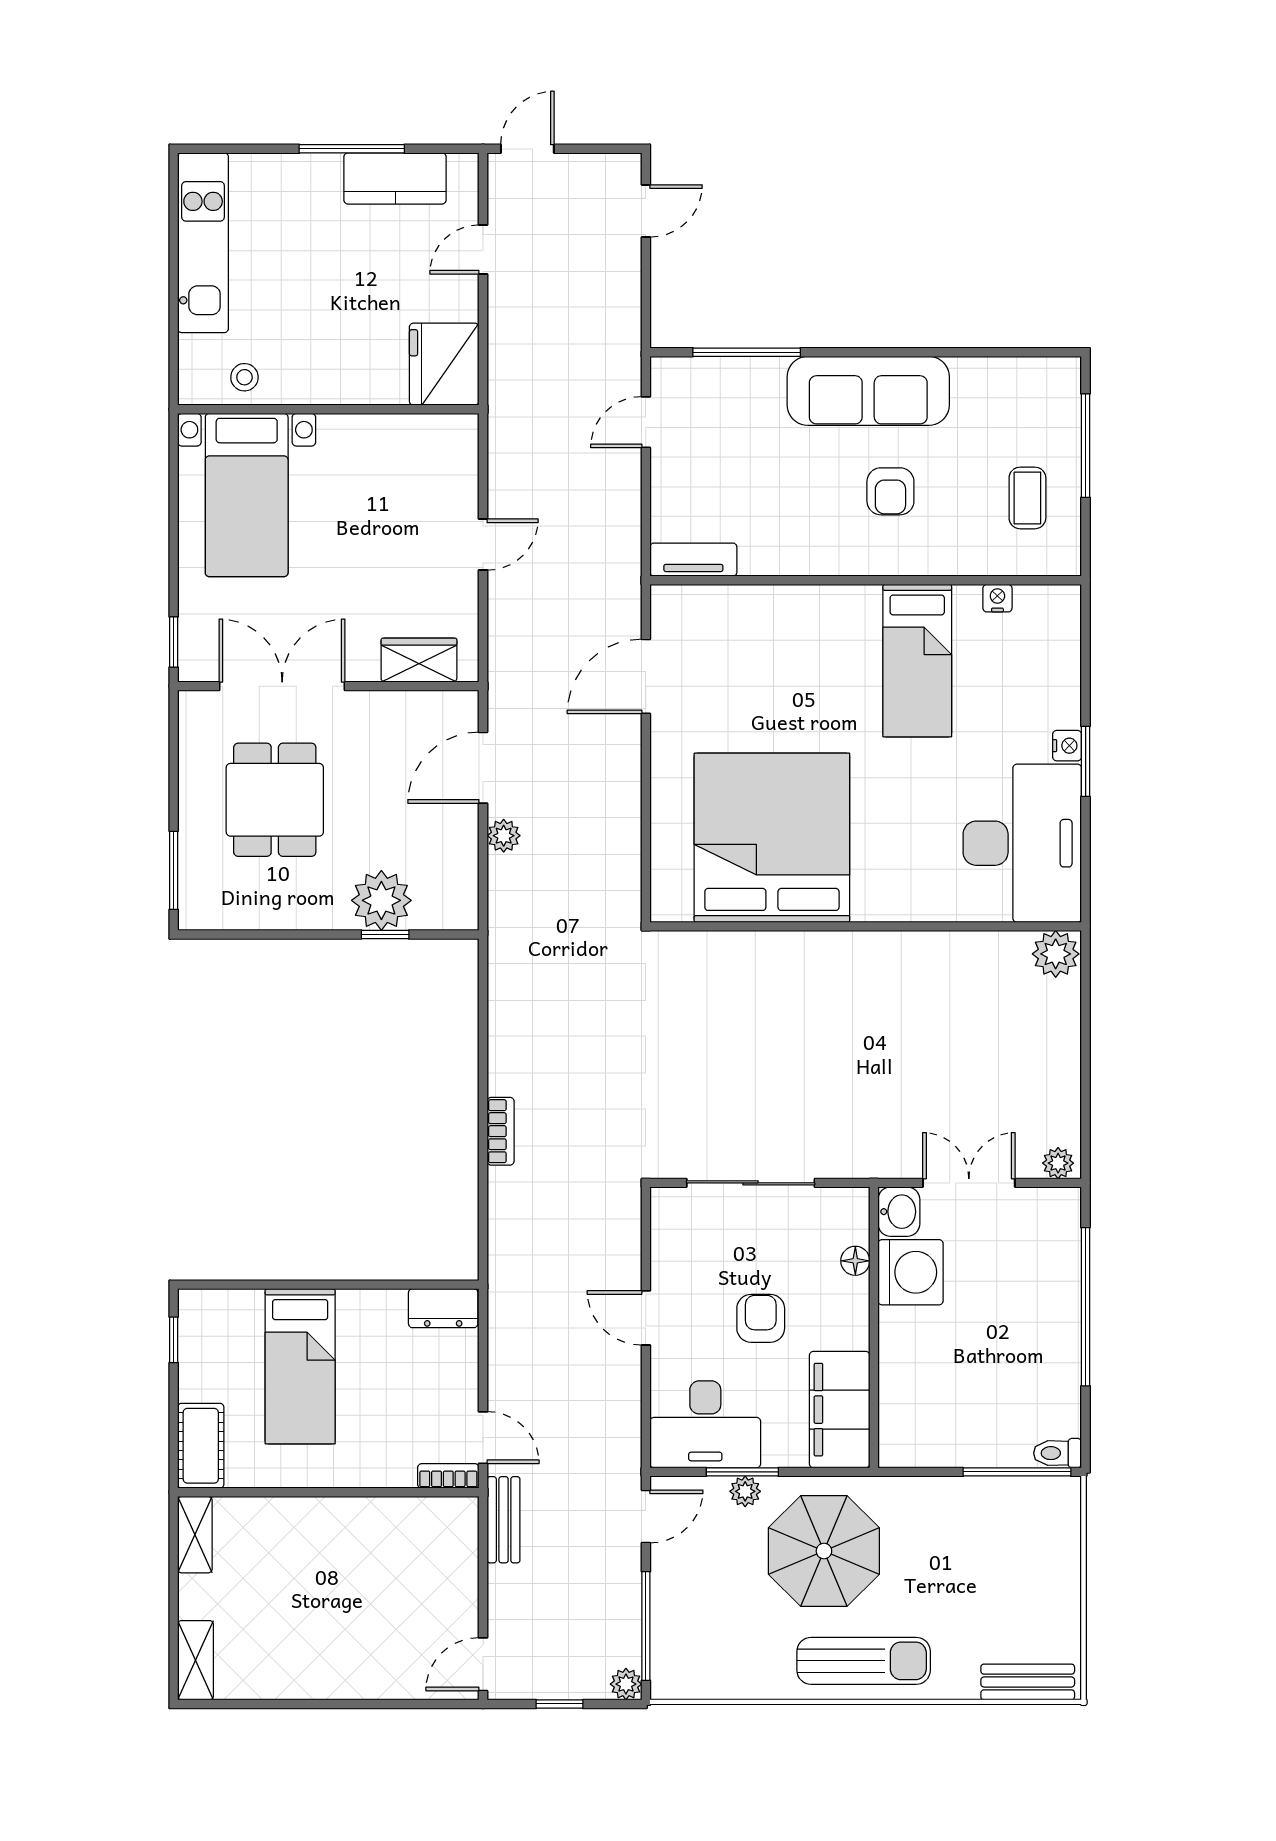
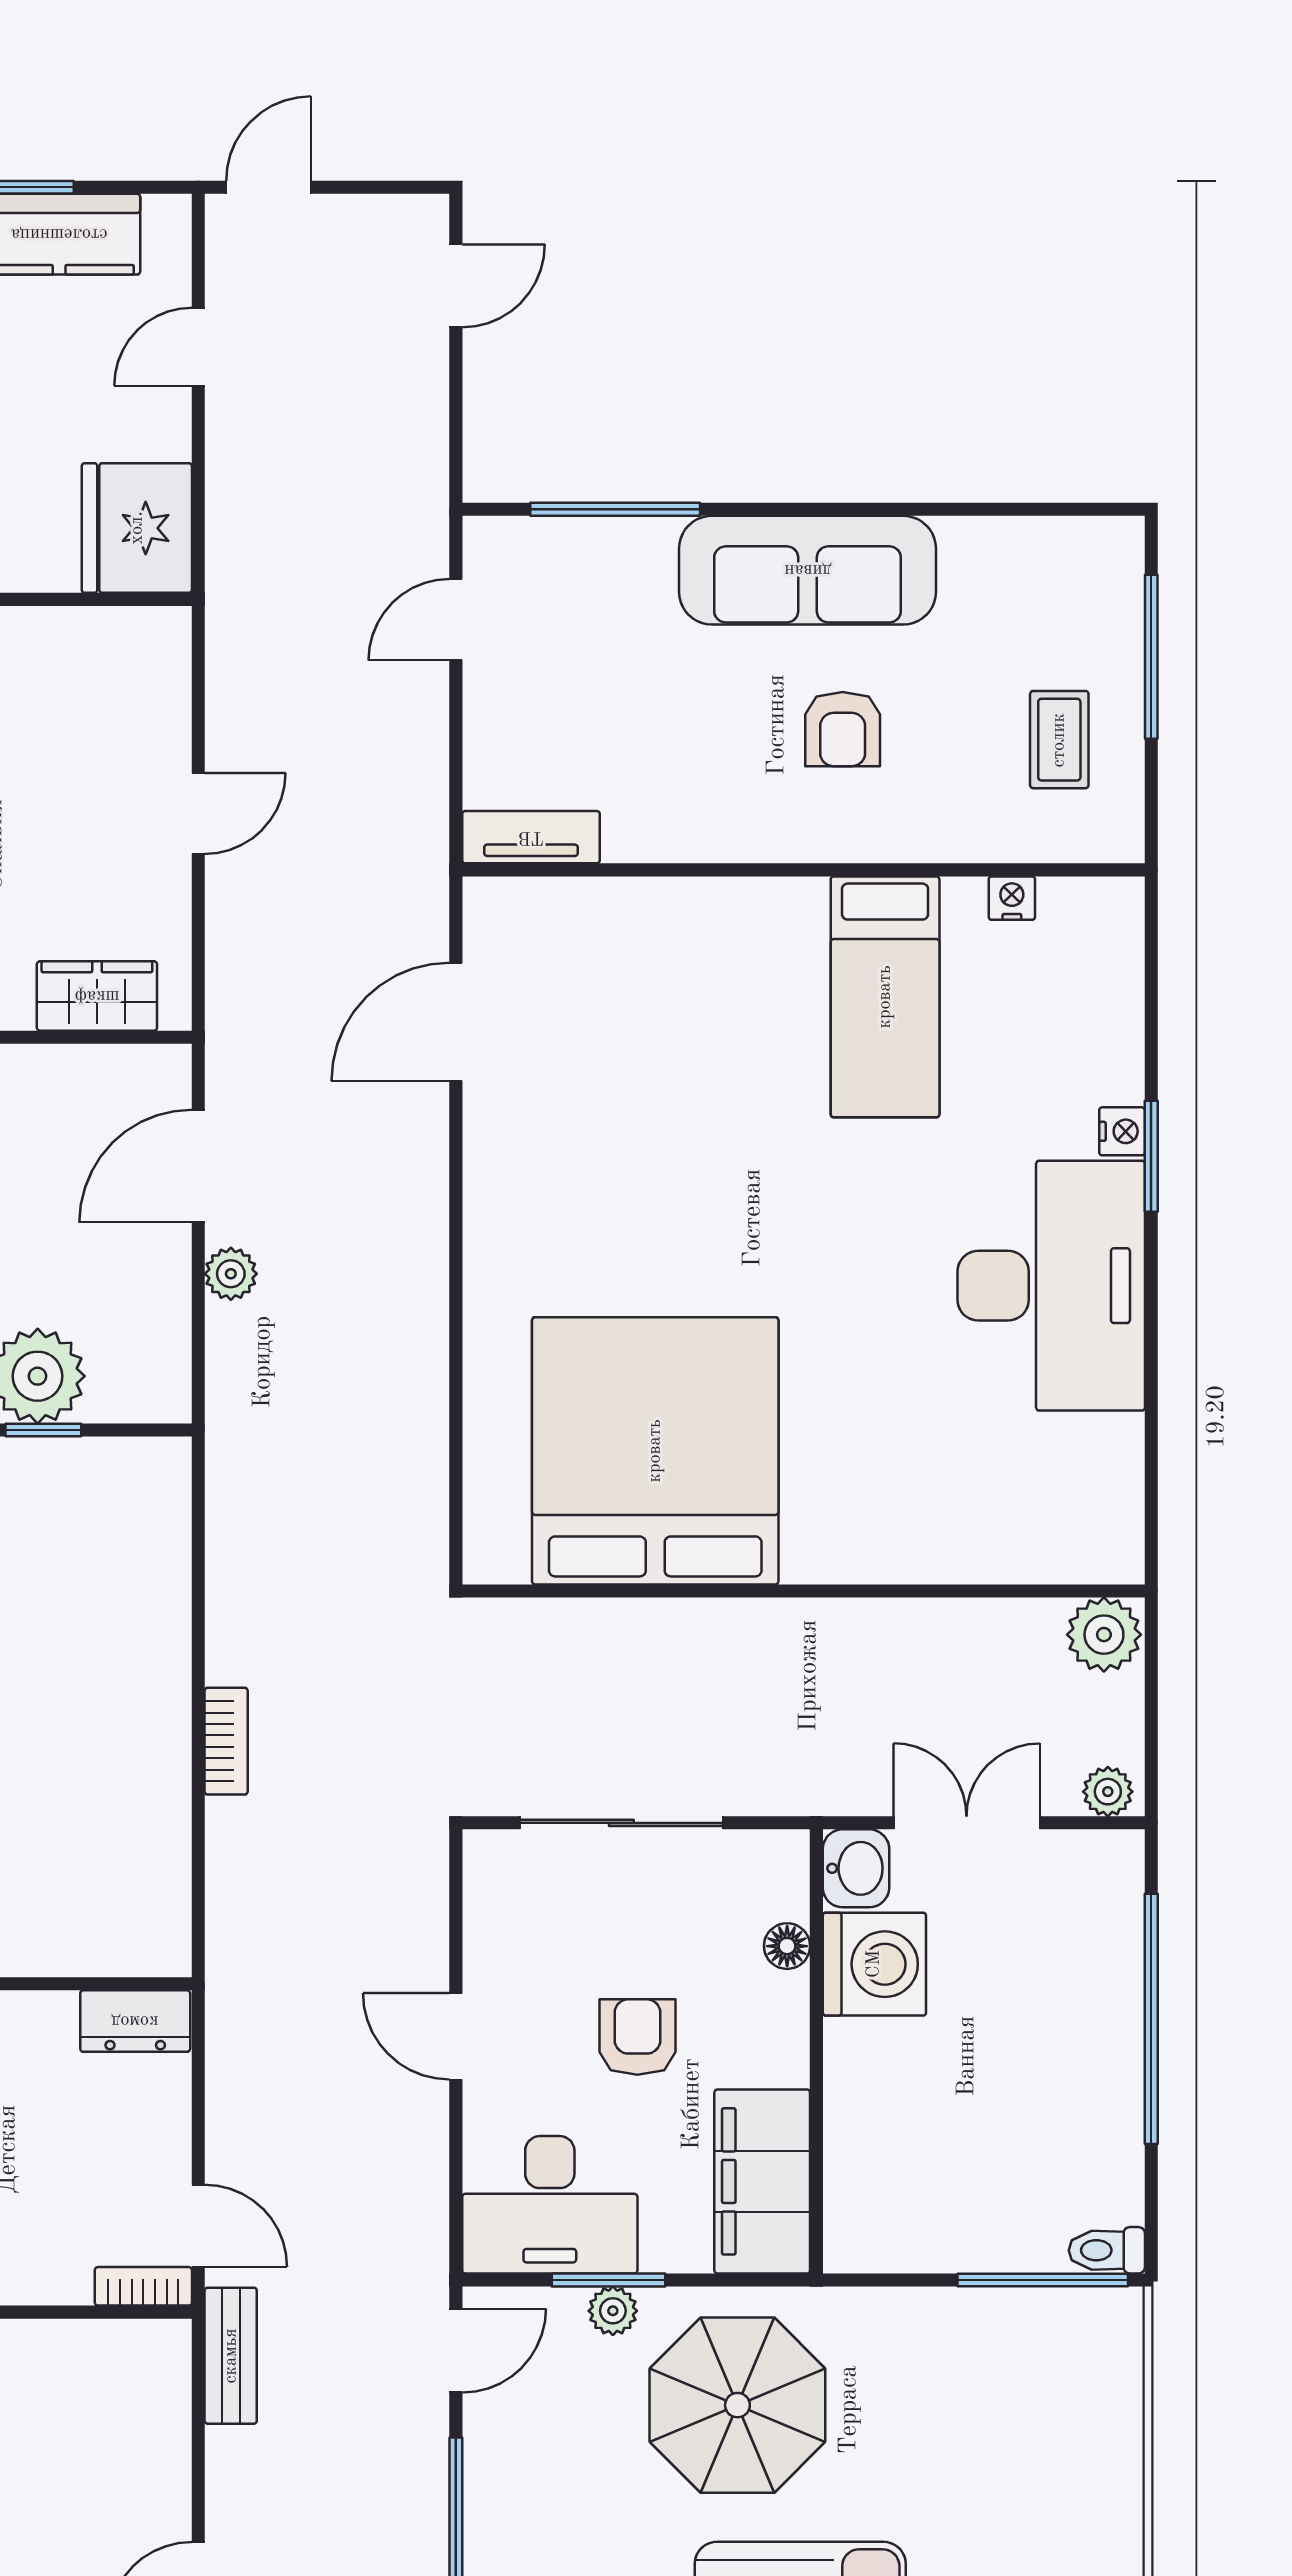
bed: (772, 838) -> (655, 1451), moved
wall: (866, 926) -> (804, 1591), moved
plant: (1056, 954) -> (1104, 1635), moved

